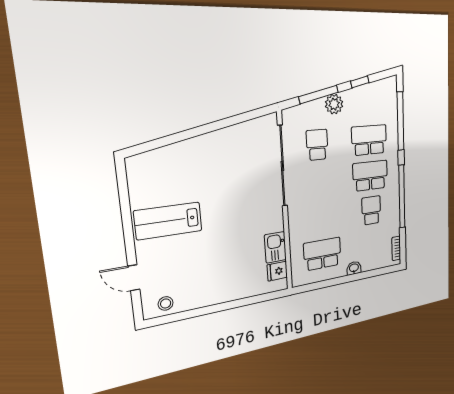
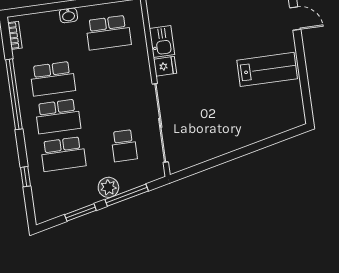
window: (360, 82) -> (80, 212), width x1.50
window: (400, 121) -> (25, 177), width x0.32
school desk: (371, 210) -> (53, 79), width x1.85
fridge: (277, 271) -> (165, 66), moved

